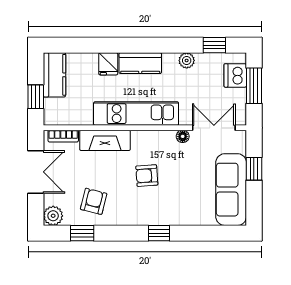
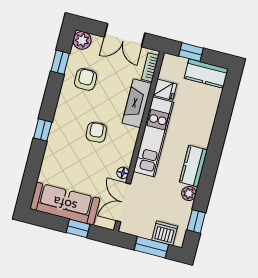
kitchen counter: (140, 63) -> (193, 166), moved
fridge: (108, 64) -> (165, 90), moved, turned 180
double door: (214, 128) -> (123, 202), swing flipped
armchair: (94, 201) -> (86, 79), turned -104

